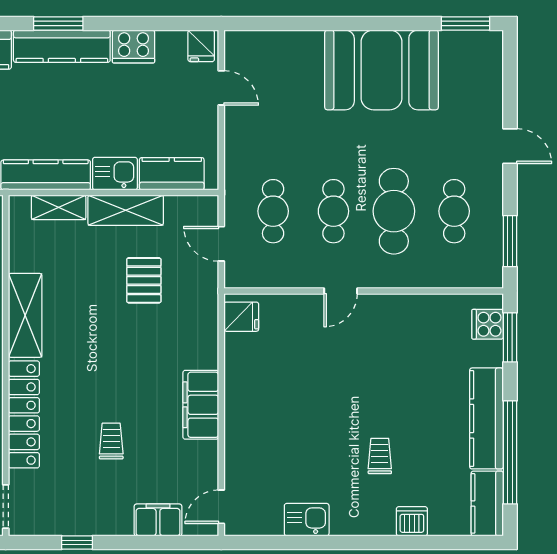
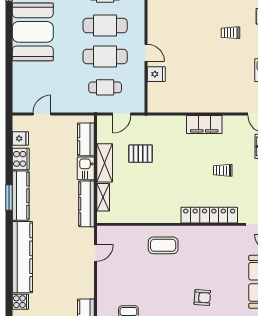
fridge: (201, 46) -> (20, 138), moved
cafe table: (333, 211) -> (105, 56), width x1.37, depth x1.35
shelving: (25, 315) -> (158, 214), removed
fridge: (241, 317) -> (156, 74), moved, turned 90

